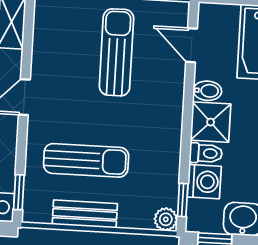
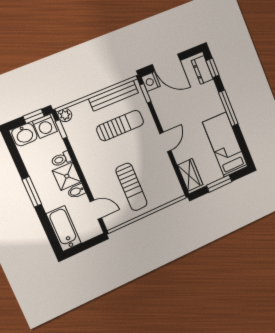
sun lounger: (86, 160) -> (120, 126), turned 180
washing machine: (204, 182) -> (45, 126), moved, turned -90
bench: (85, 214) -> (114, 96), width x1.36

